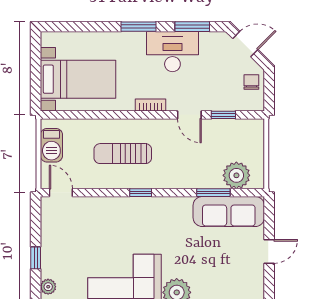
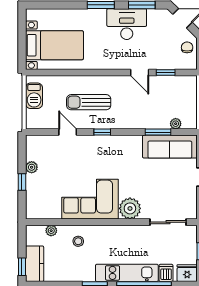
bookcase: (151, 105) -> (110, 65), removed
plant: (236, 175) -> (176, 124), width x0.53, depth x0.53
door: (61, 193) -> (68, 132), moved
plant: (48, 287) -> (32, 167), moved

